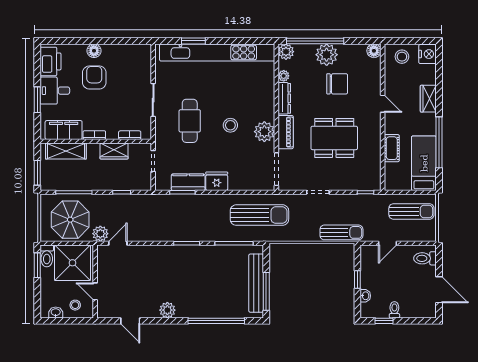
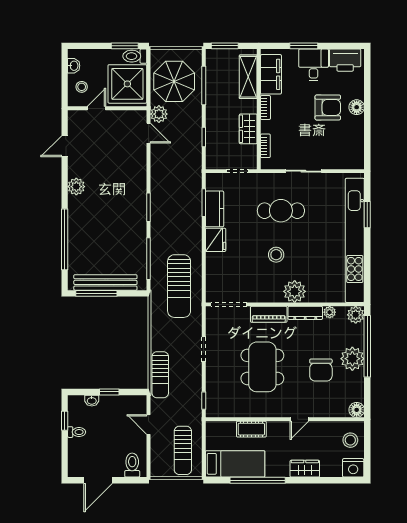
plant: (264, 132) -> (295, 291), moved

